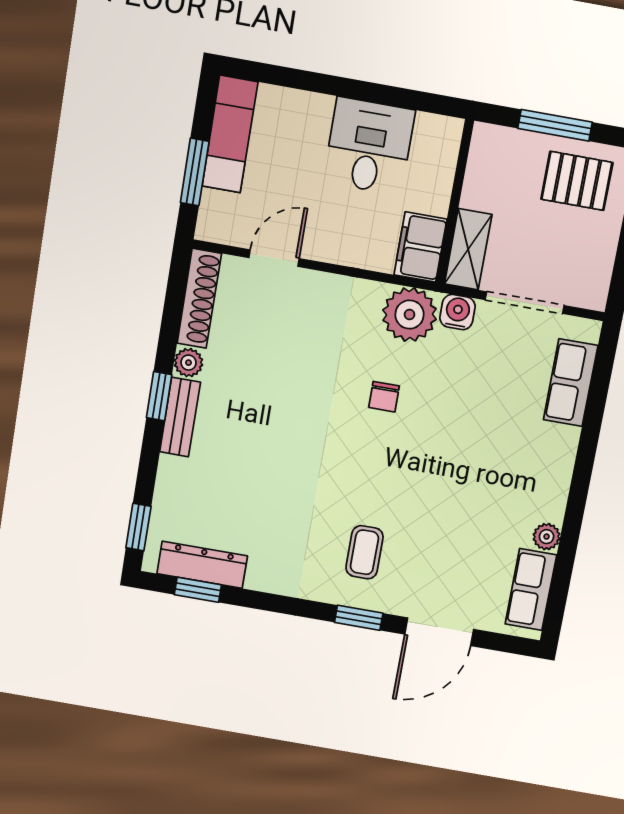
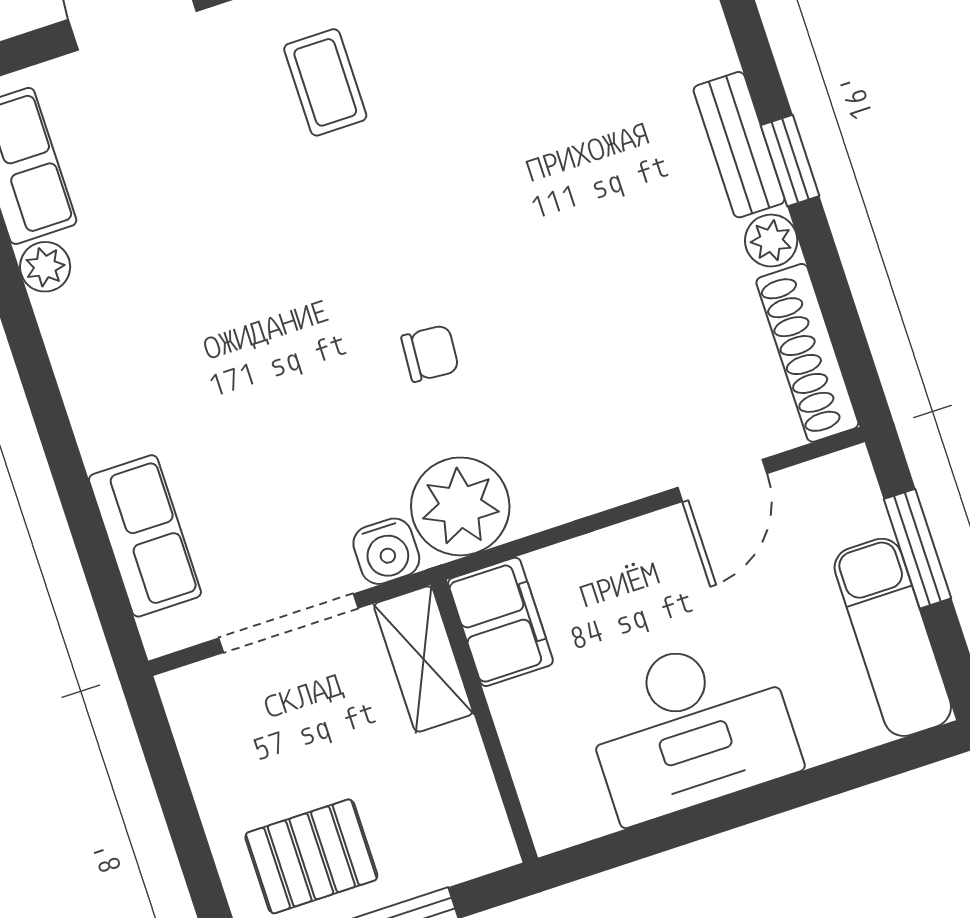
desk: (369, 146) -> (690, 727), width x1.37
chair: (384, 397) -> (430, 353), turned 94

